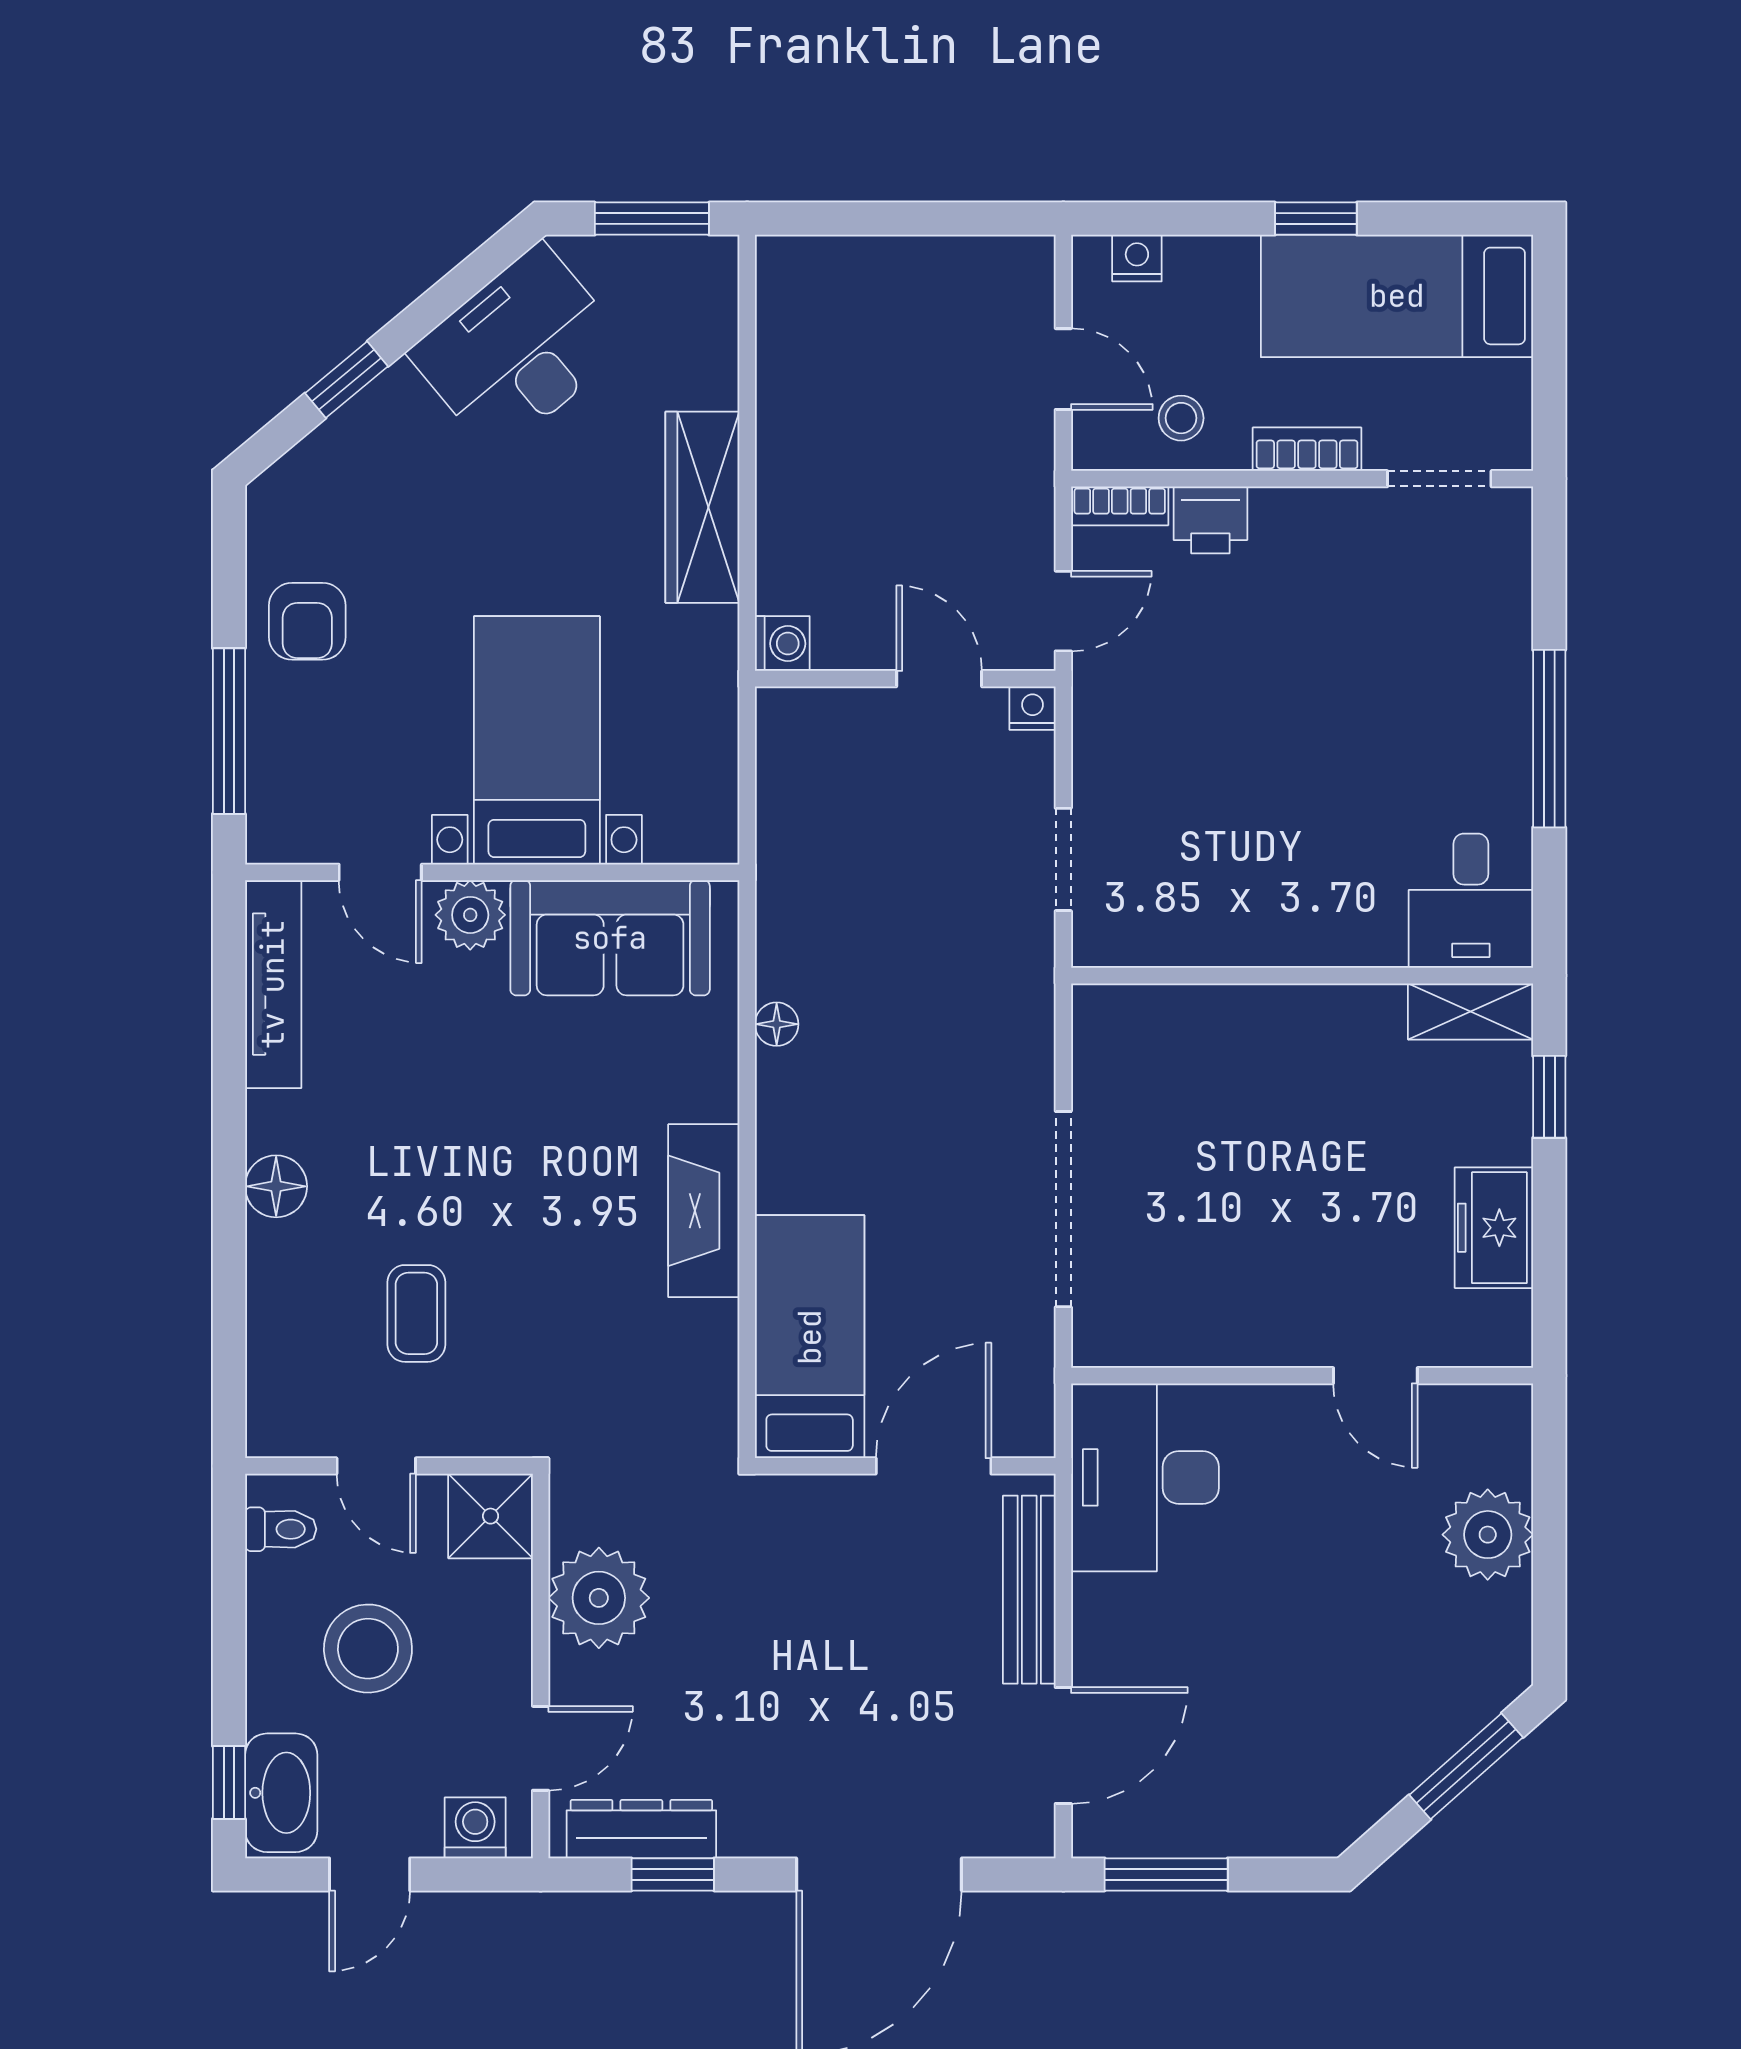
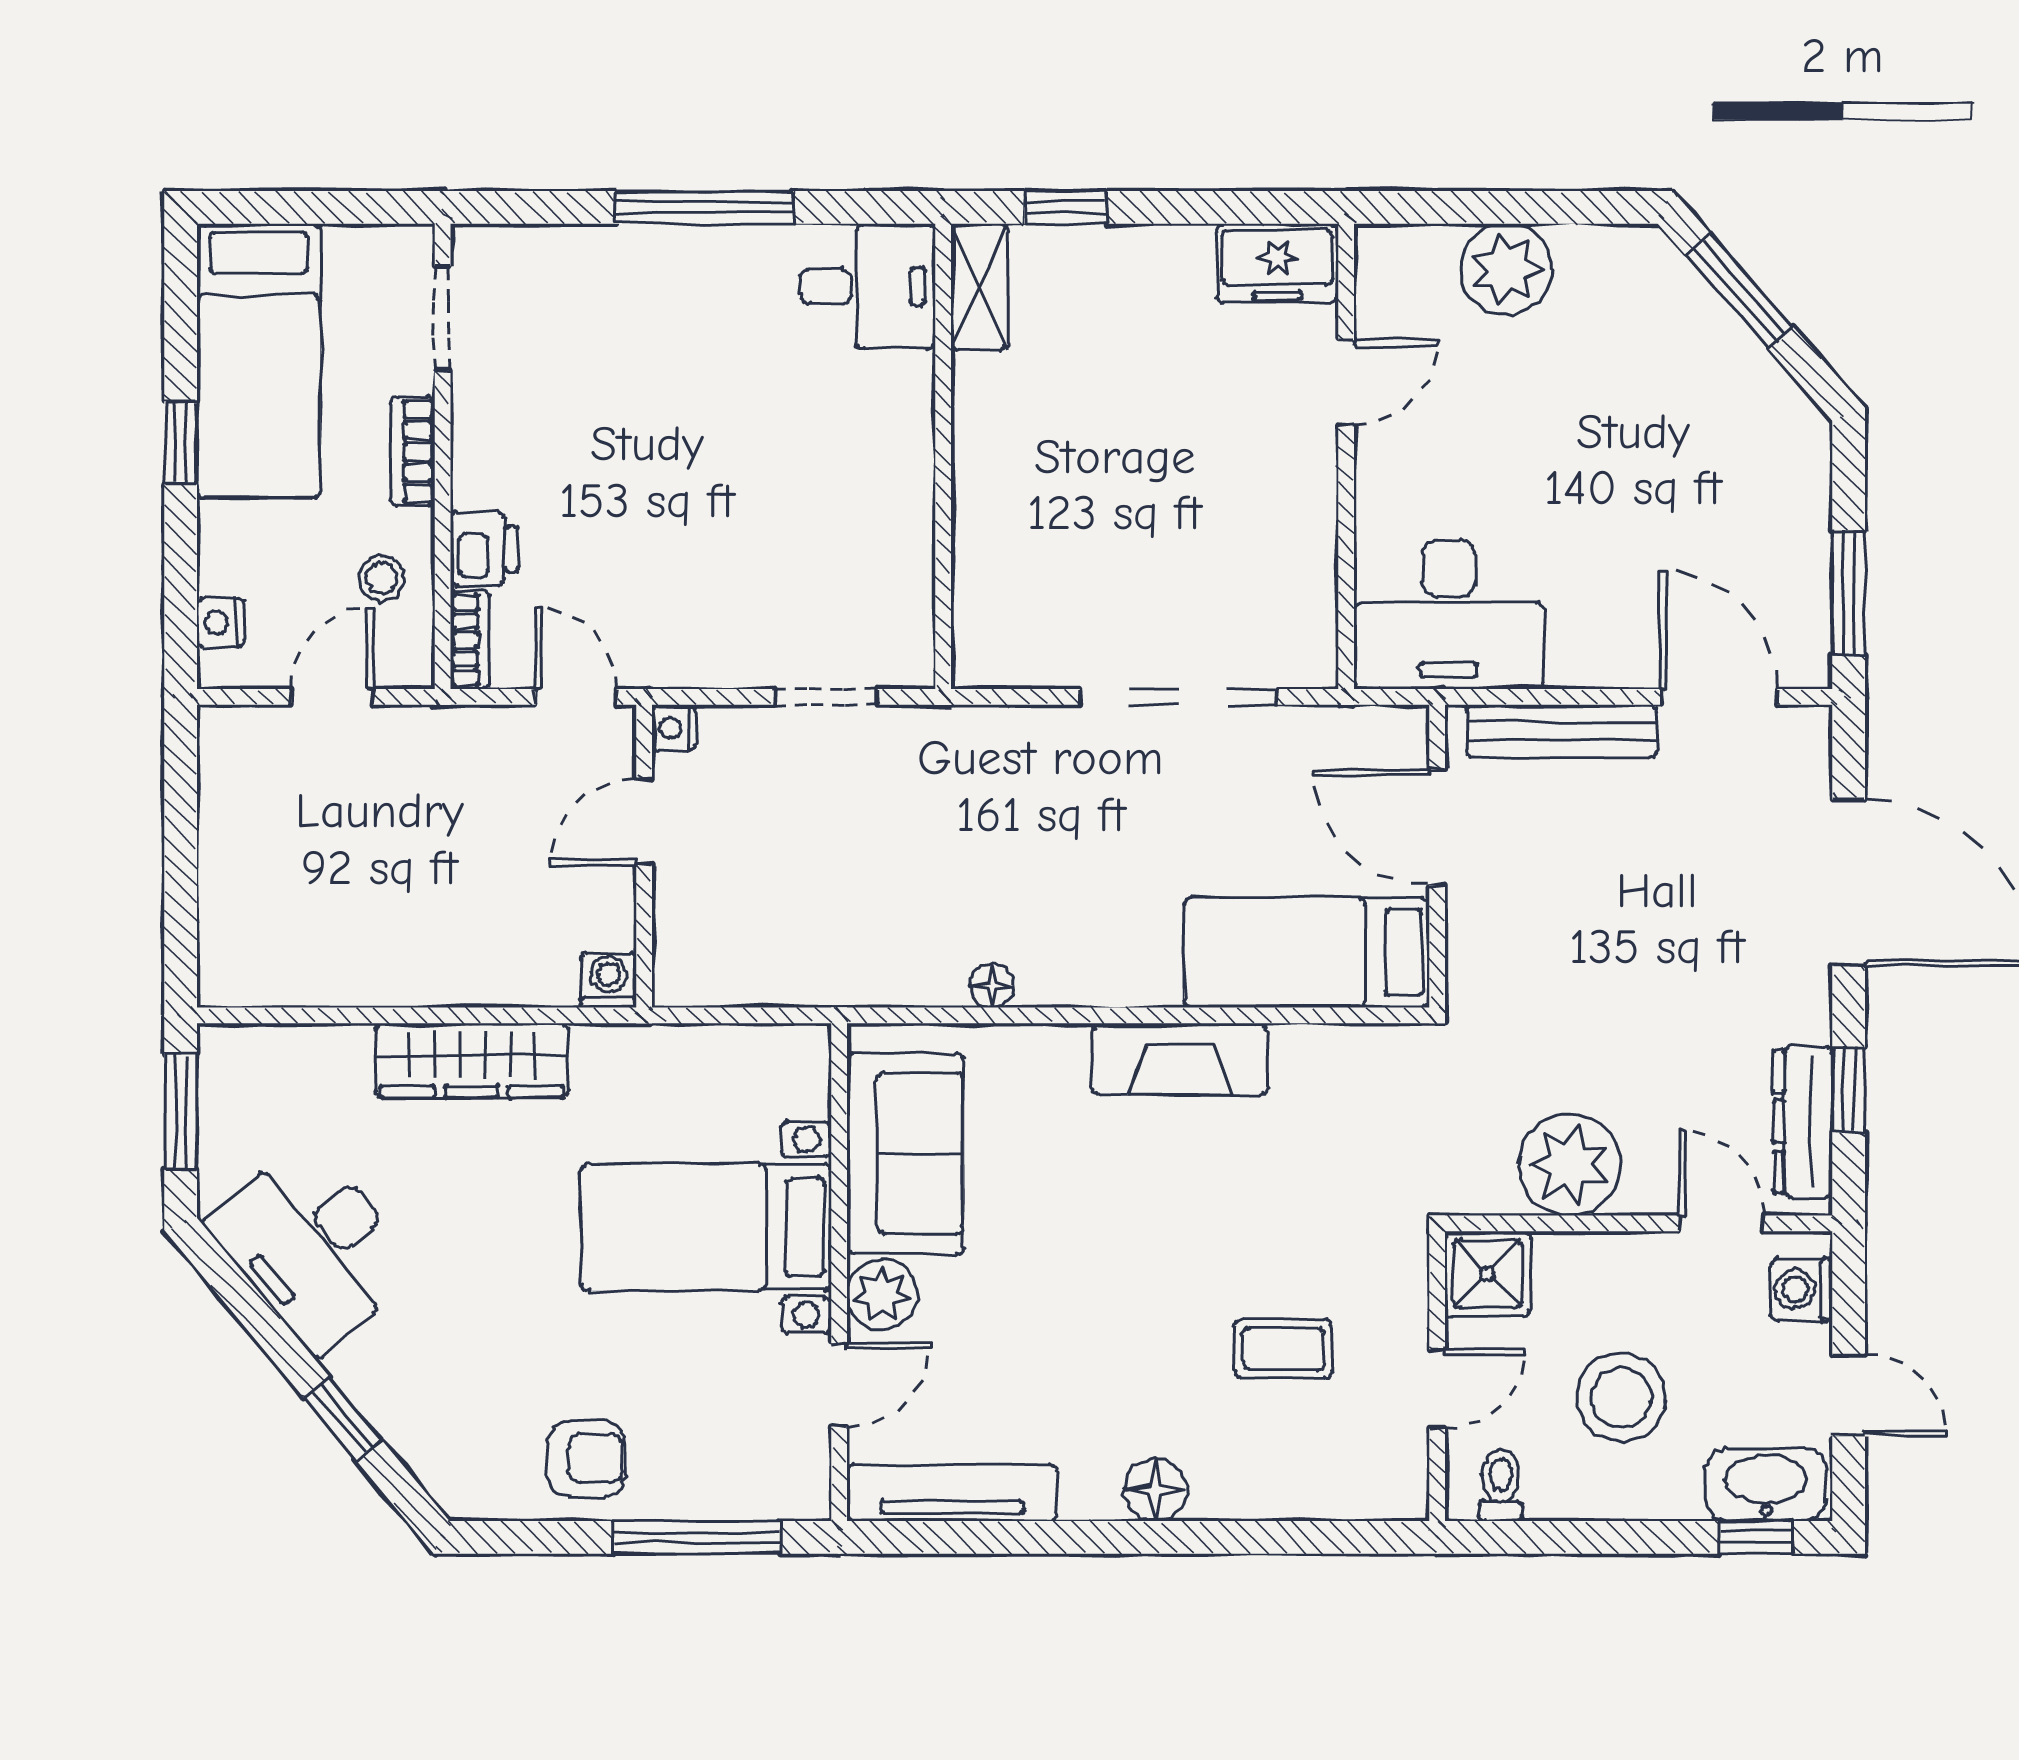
freezer: (1494, 1228) -> (1277, 263), moved

